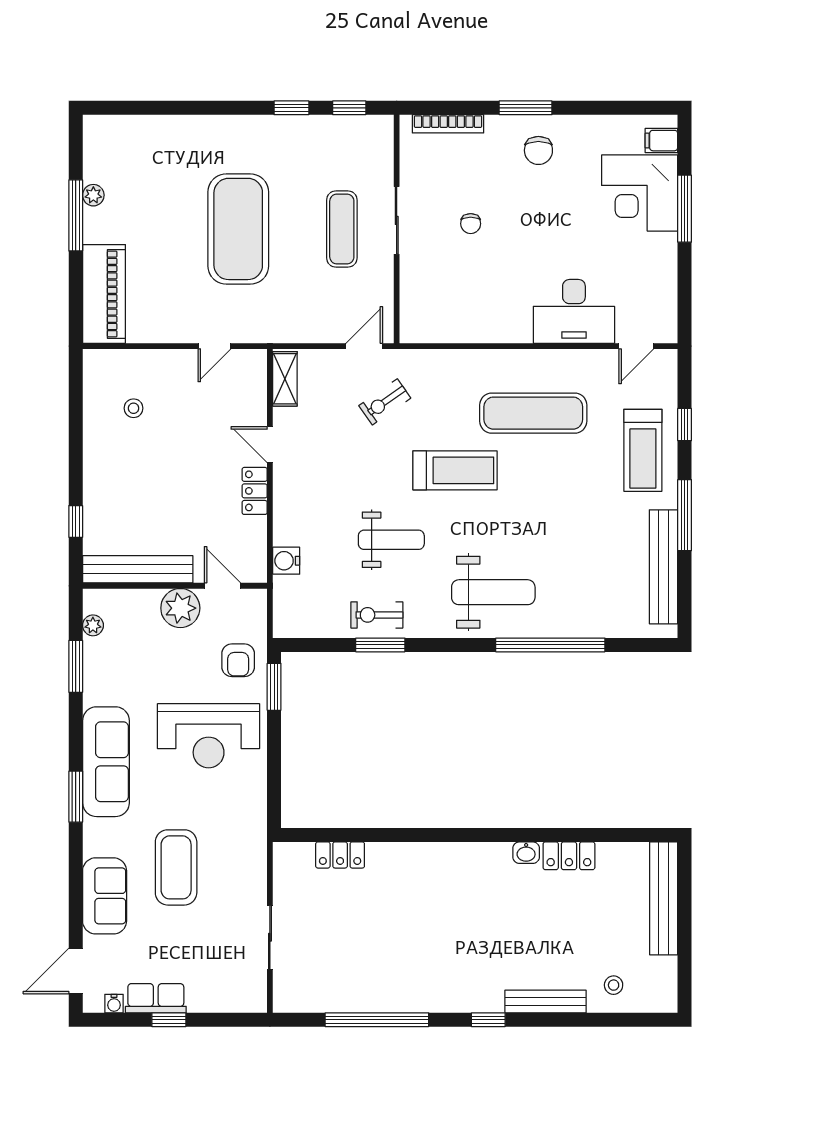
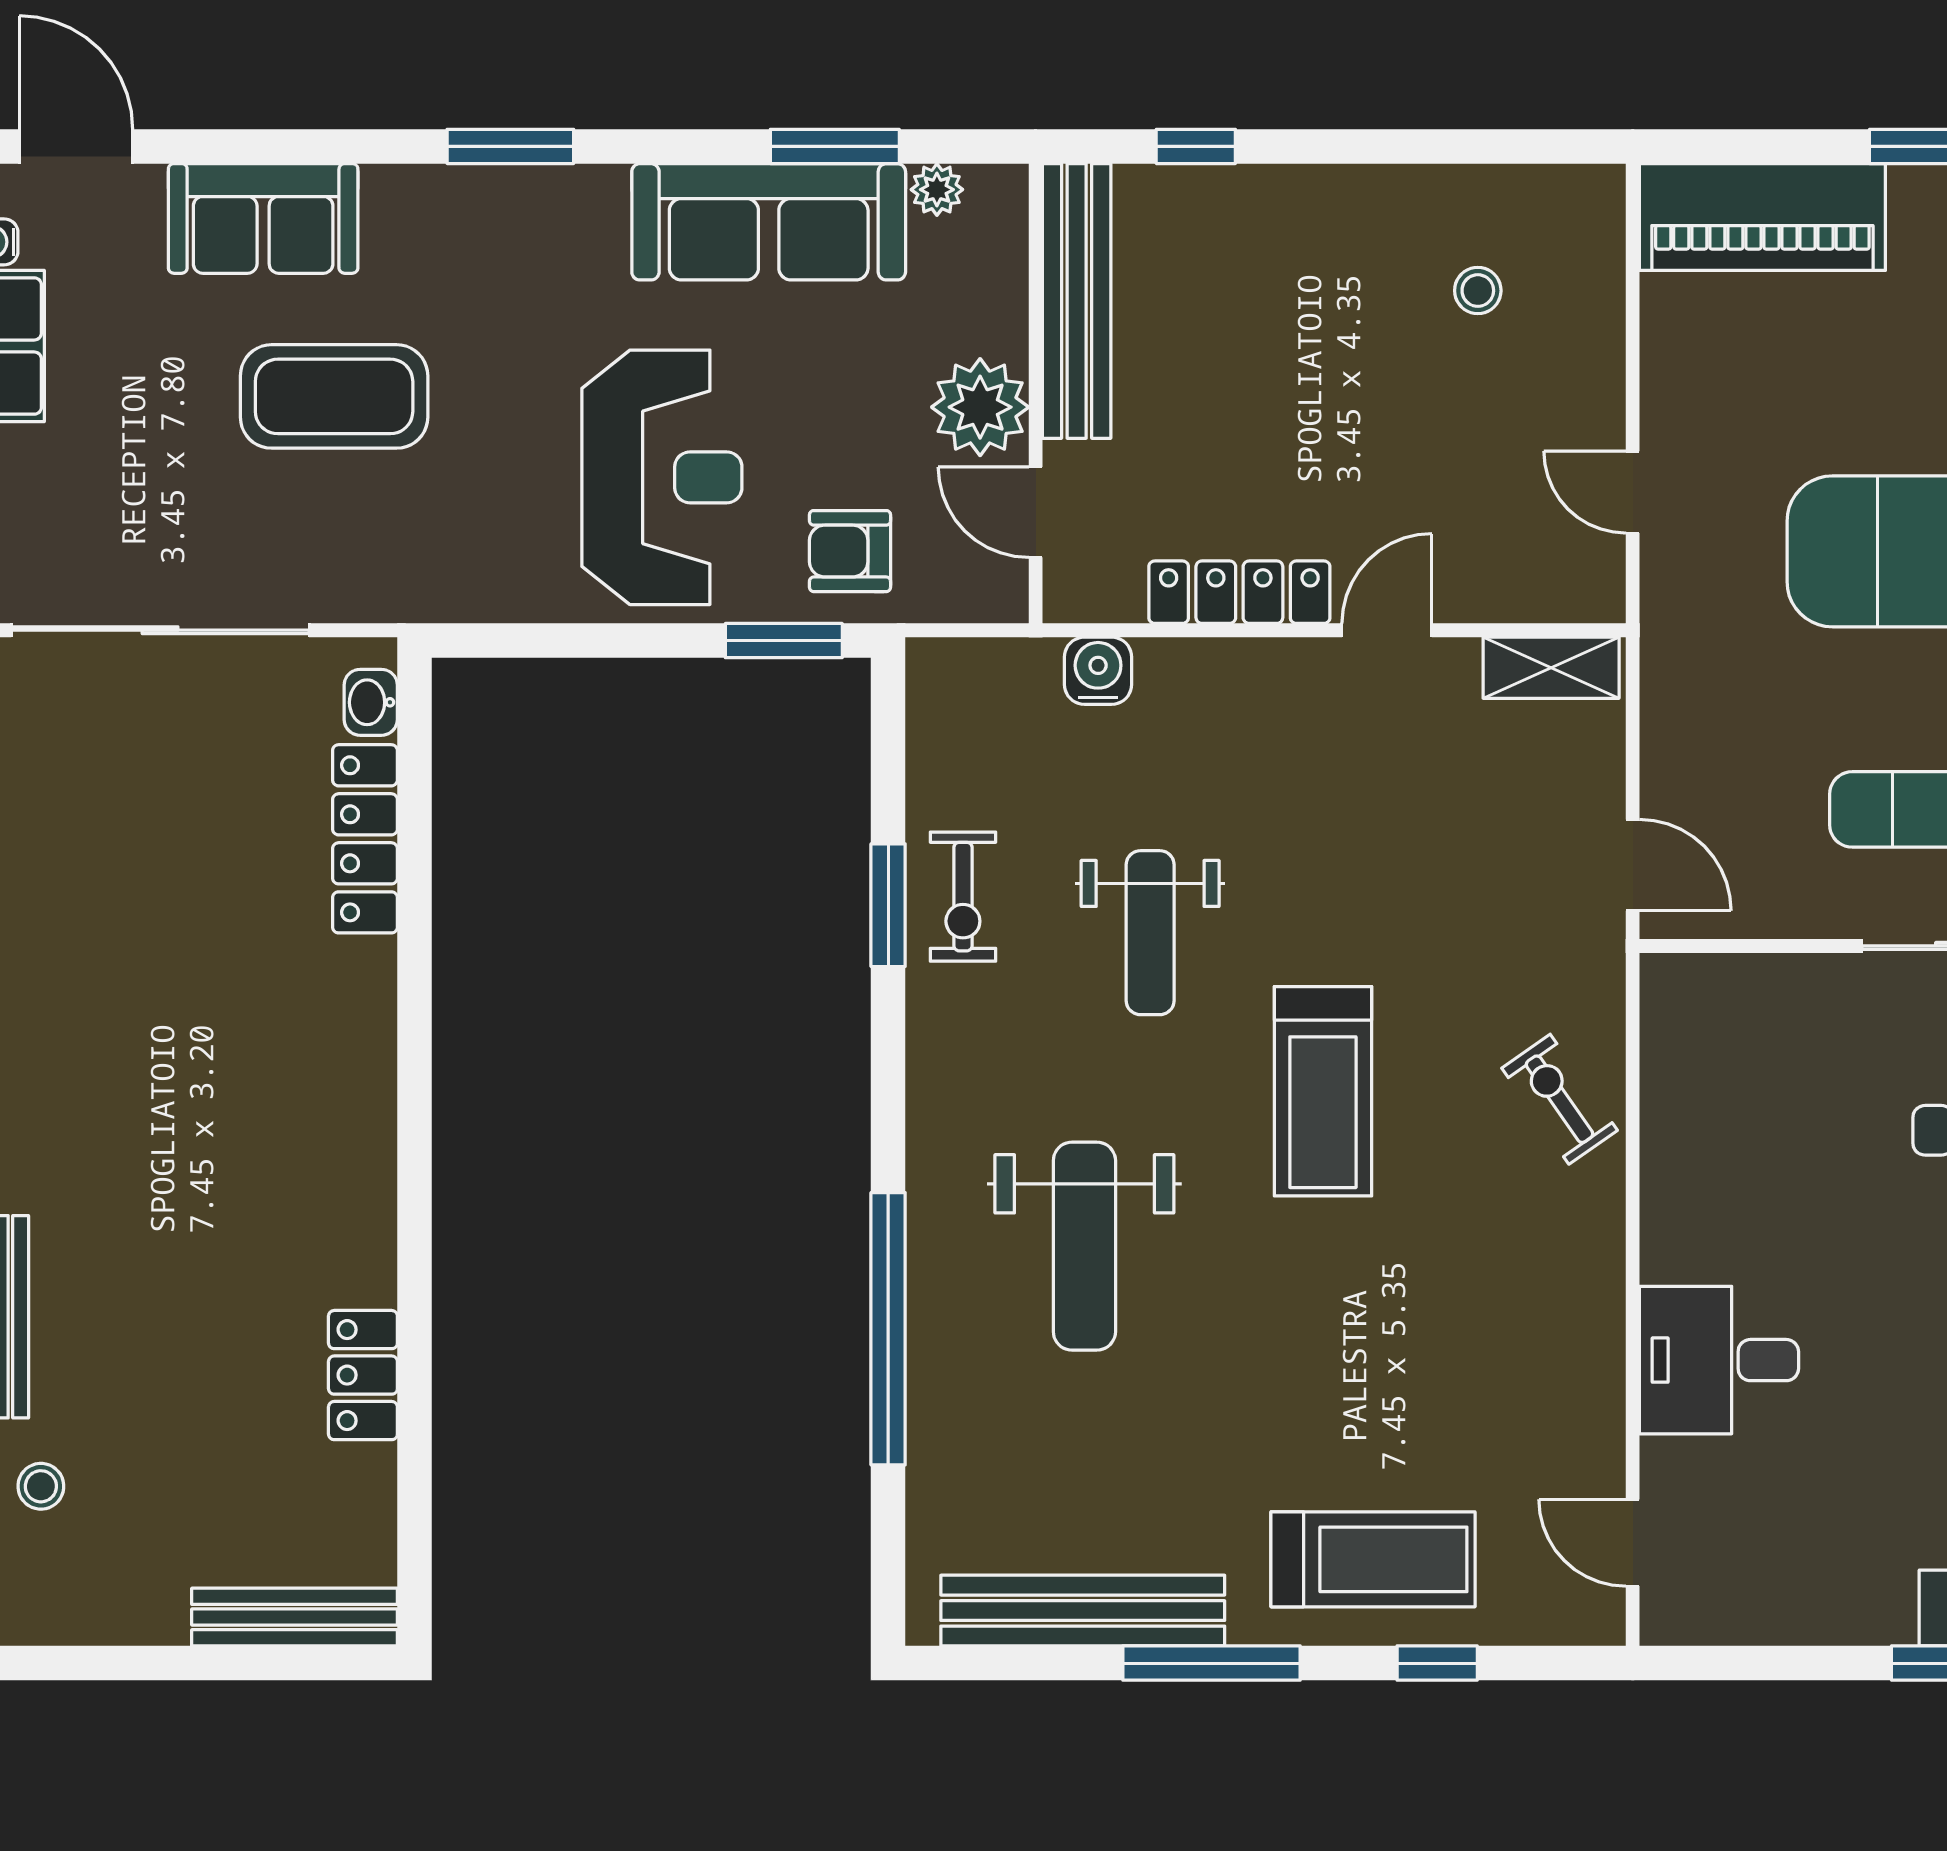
desk: (574, 311) -> (1719, 1360), width x0.73
exercise bike: (385, 402) -> (1560, 1099), moved
exercise mat: (533, 413) -> (1466, 1286), removed
treadmill: (643, 450) -> (1373, 1559), turned 180
locker: (255, 491) -> (1239, 592), width x1.53
door: (222, 586) -> (1036, 512), swing flipped
weight bench: (493, 592) -> (1084, 1246), moved
exercise bike: (377, 615) -> (963, 897), turned 180
reception desk: (209, 736) -> (662, 477), turned 180
sofa: (106, 762) -> (769, 222), moved
washbasin: (526, 853) -> (371, 702), moved
locker: (340, 855) -> (365, 839), width x1.53
bench: (664, 898) -> (295, 1617), width x0.73, depth x0.82
sliding door: (270, 937) -> (160, 630), width x1.86

